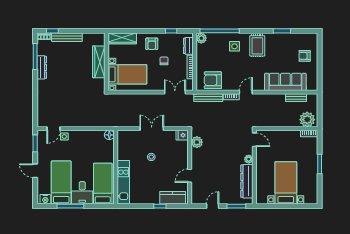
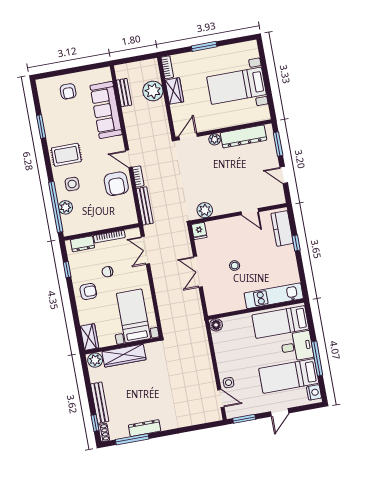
wardrobe: (122, 38) -> (89, 337), width x0.67
plant: (201, 38) -> (65, 207), moved
plant: (99, 40) -> (95, 360), added
armchair: (213, 80) -> (116, 184), moved
plant: (307, 120) -> (153, 91), moved
wardrobe: (290, 136) -> (174, 91), added

